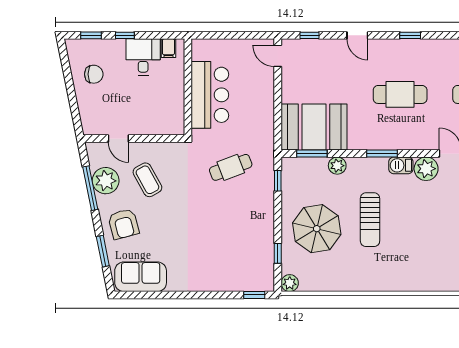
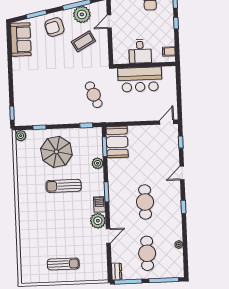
desk: (143, 57) -> (140, 51), moved, turned 90
booth: (314, 127) -> (117, 142), width x0.73, depth x0.70

